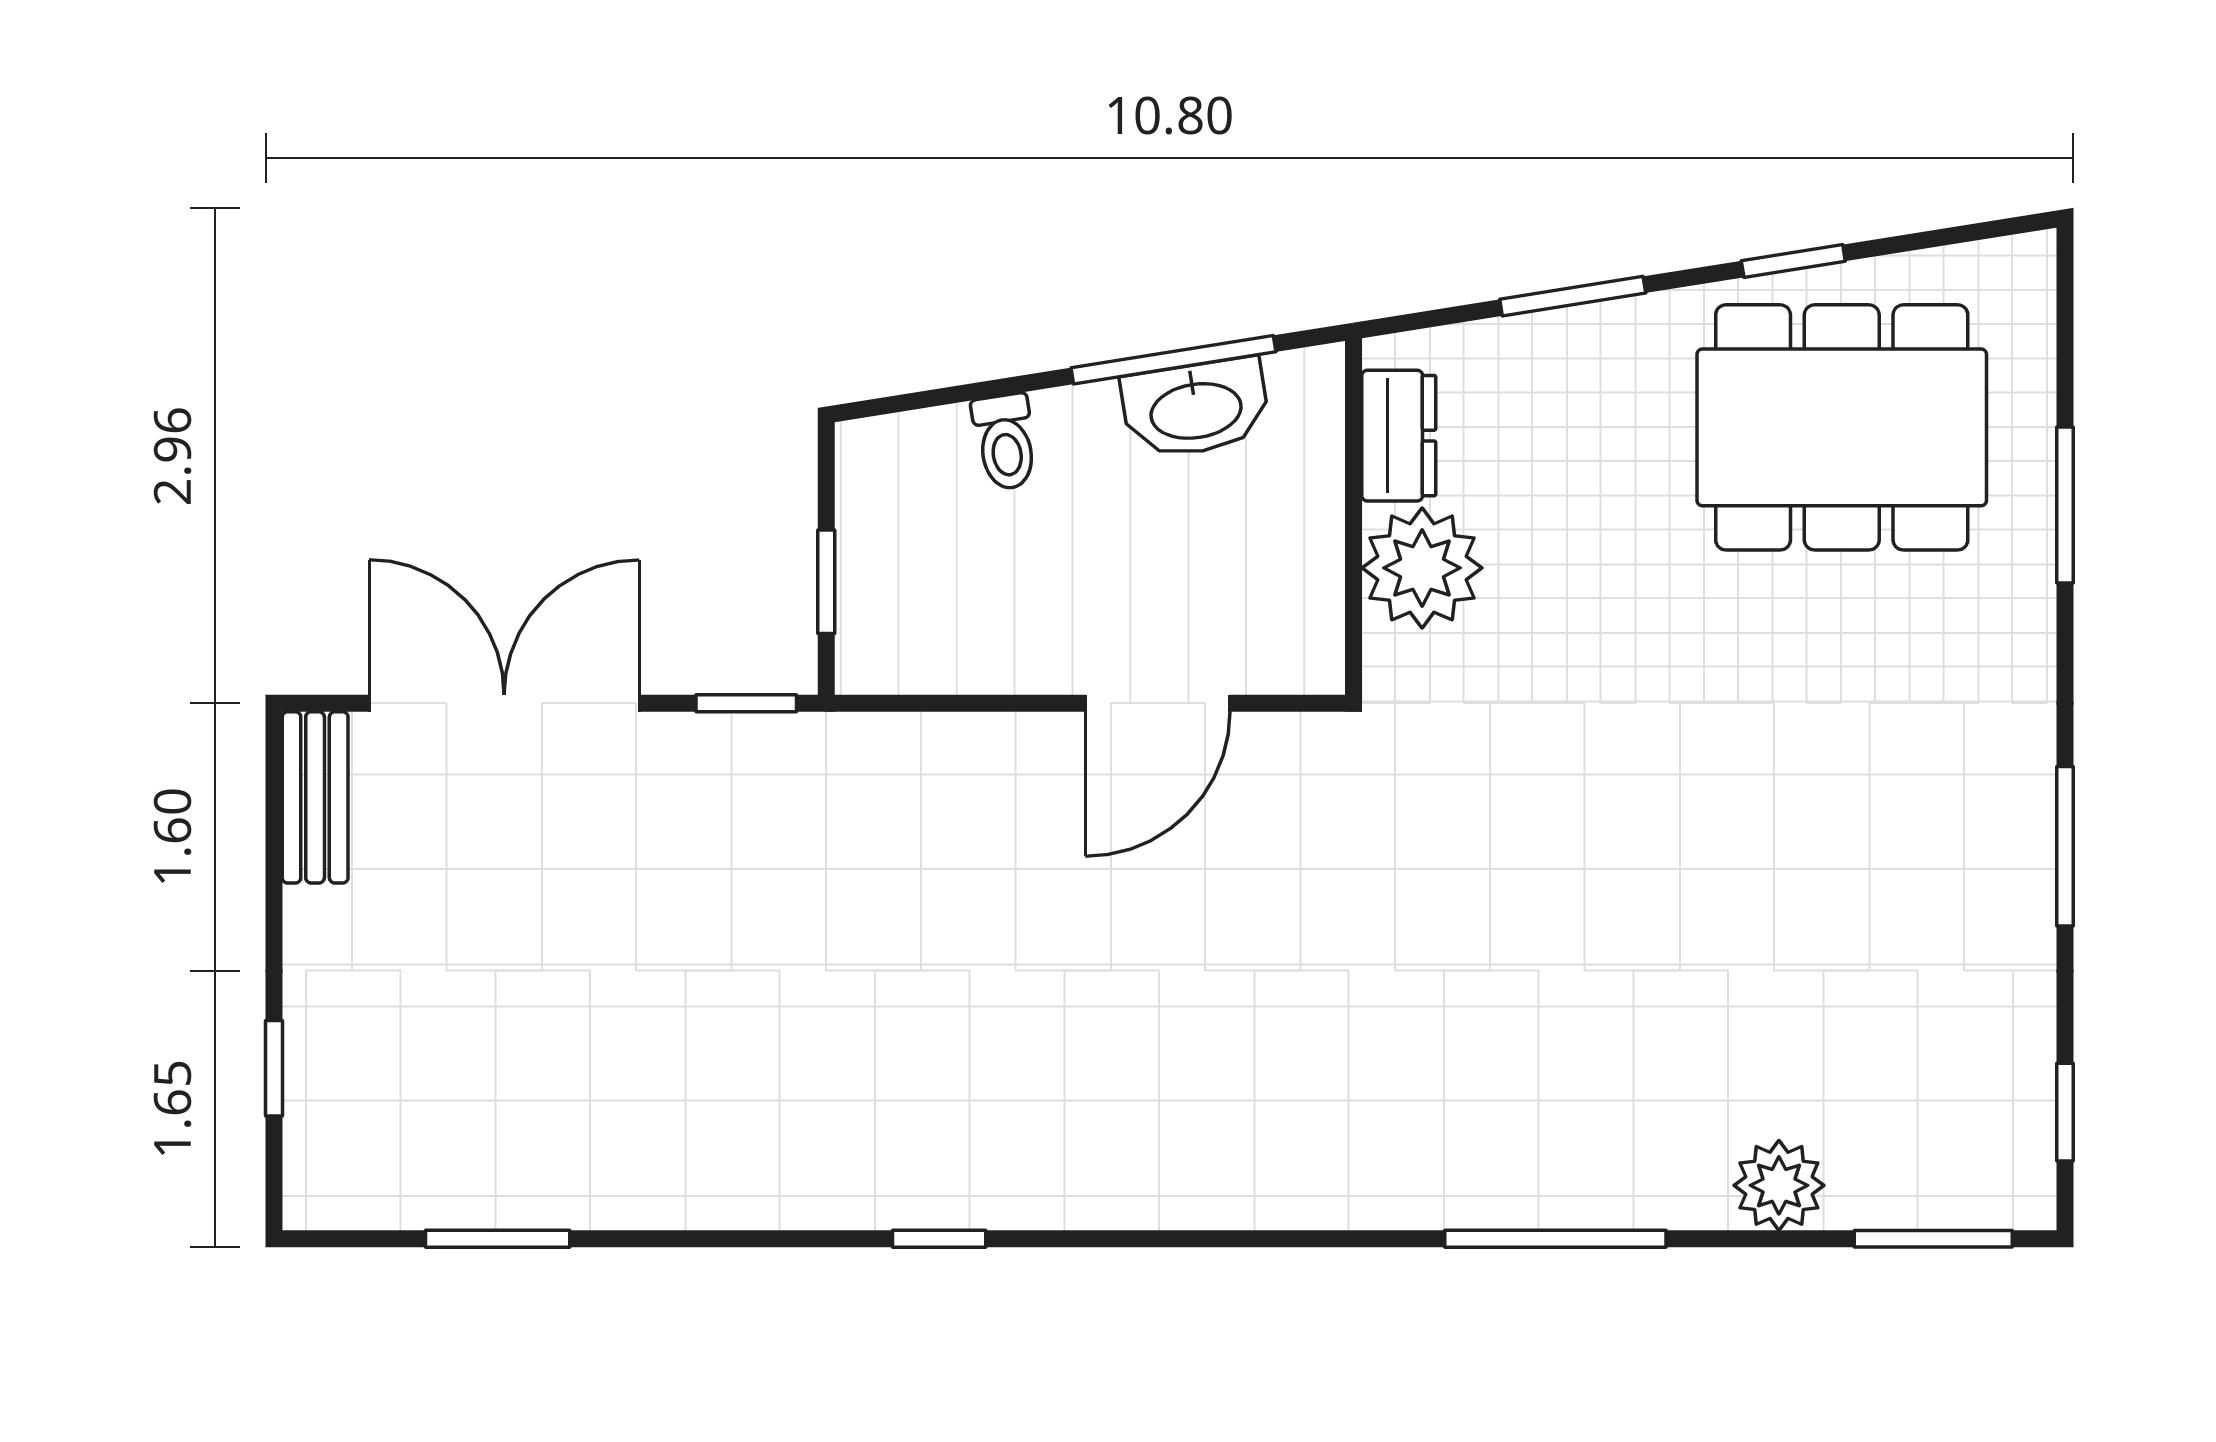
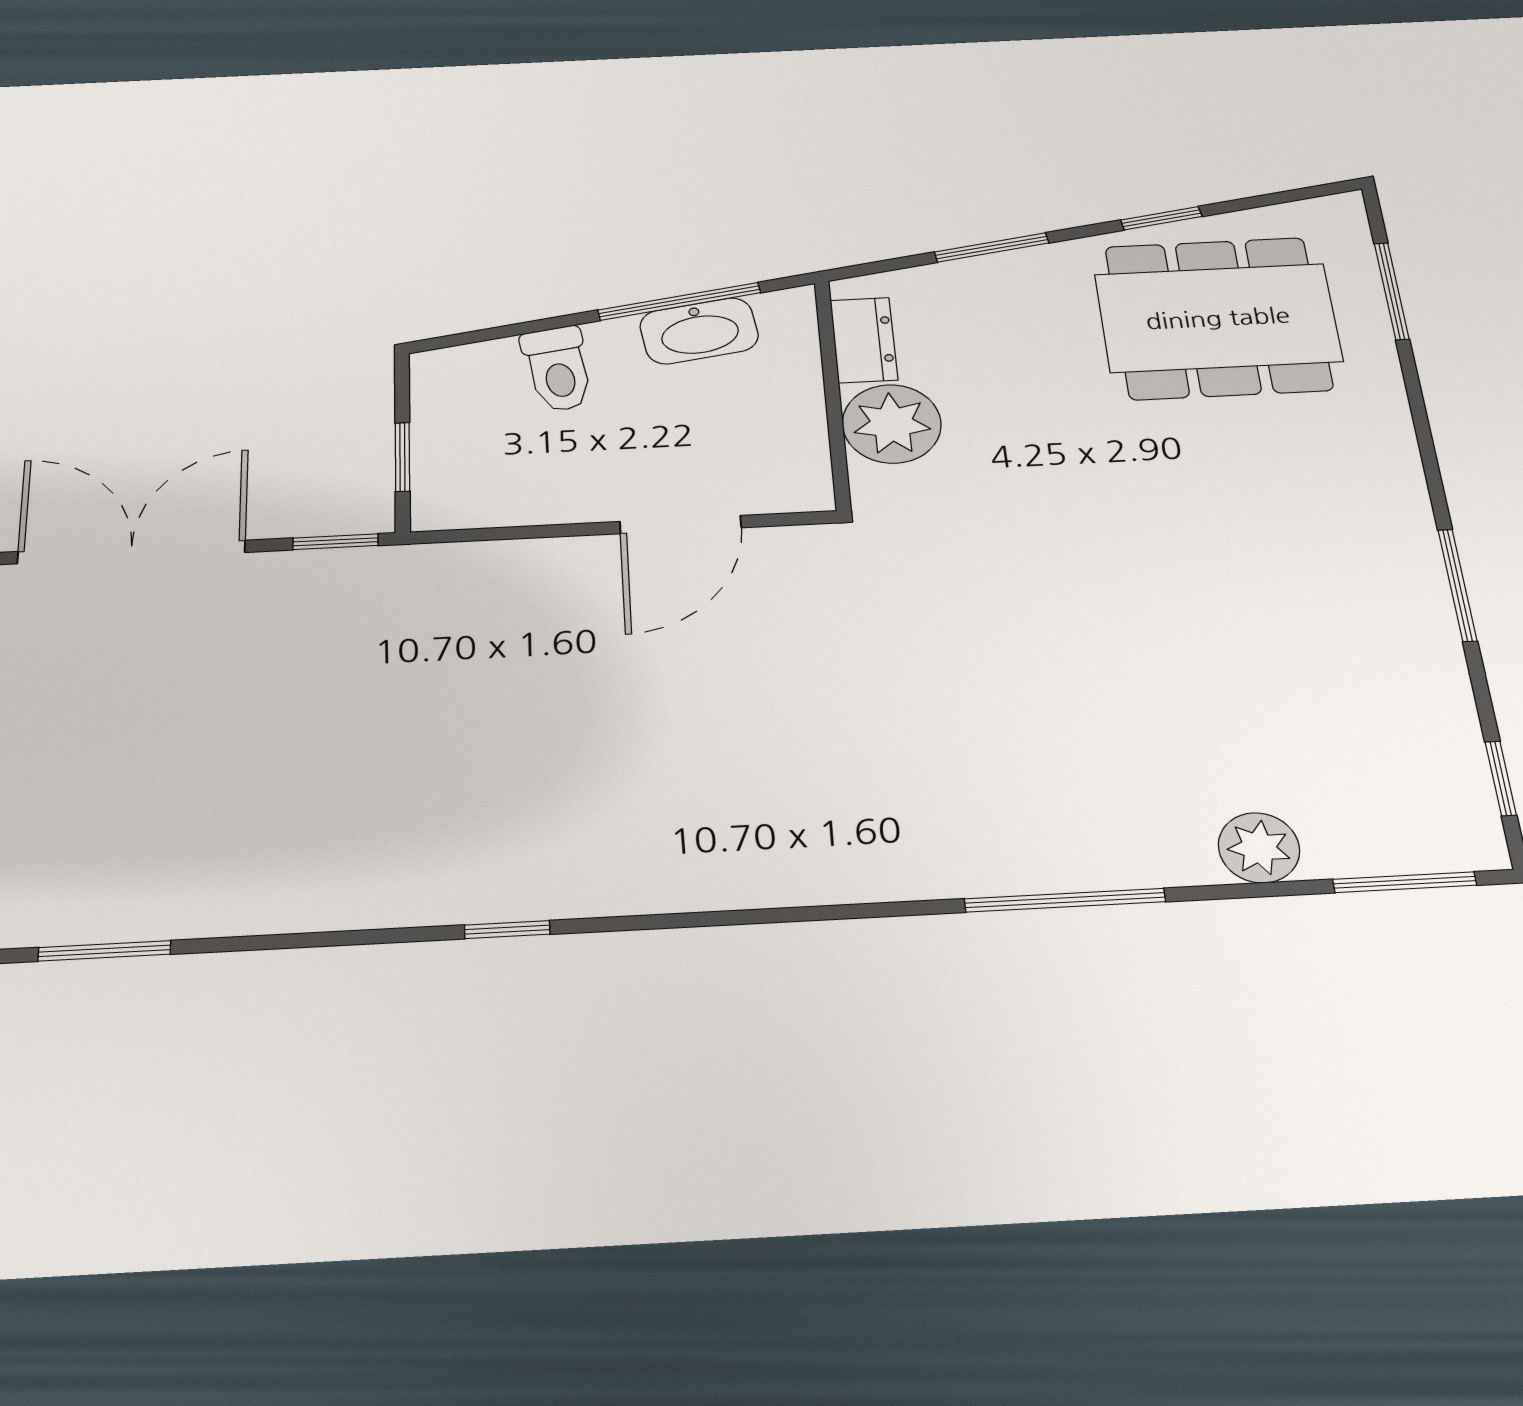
toilet: (1005, 442) -> (558, 369), width x1.37, depth x1.39
window: (2065, 505) -> (1392, 291), moved

